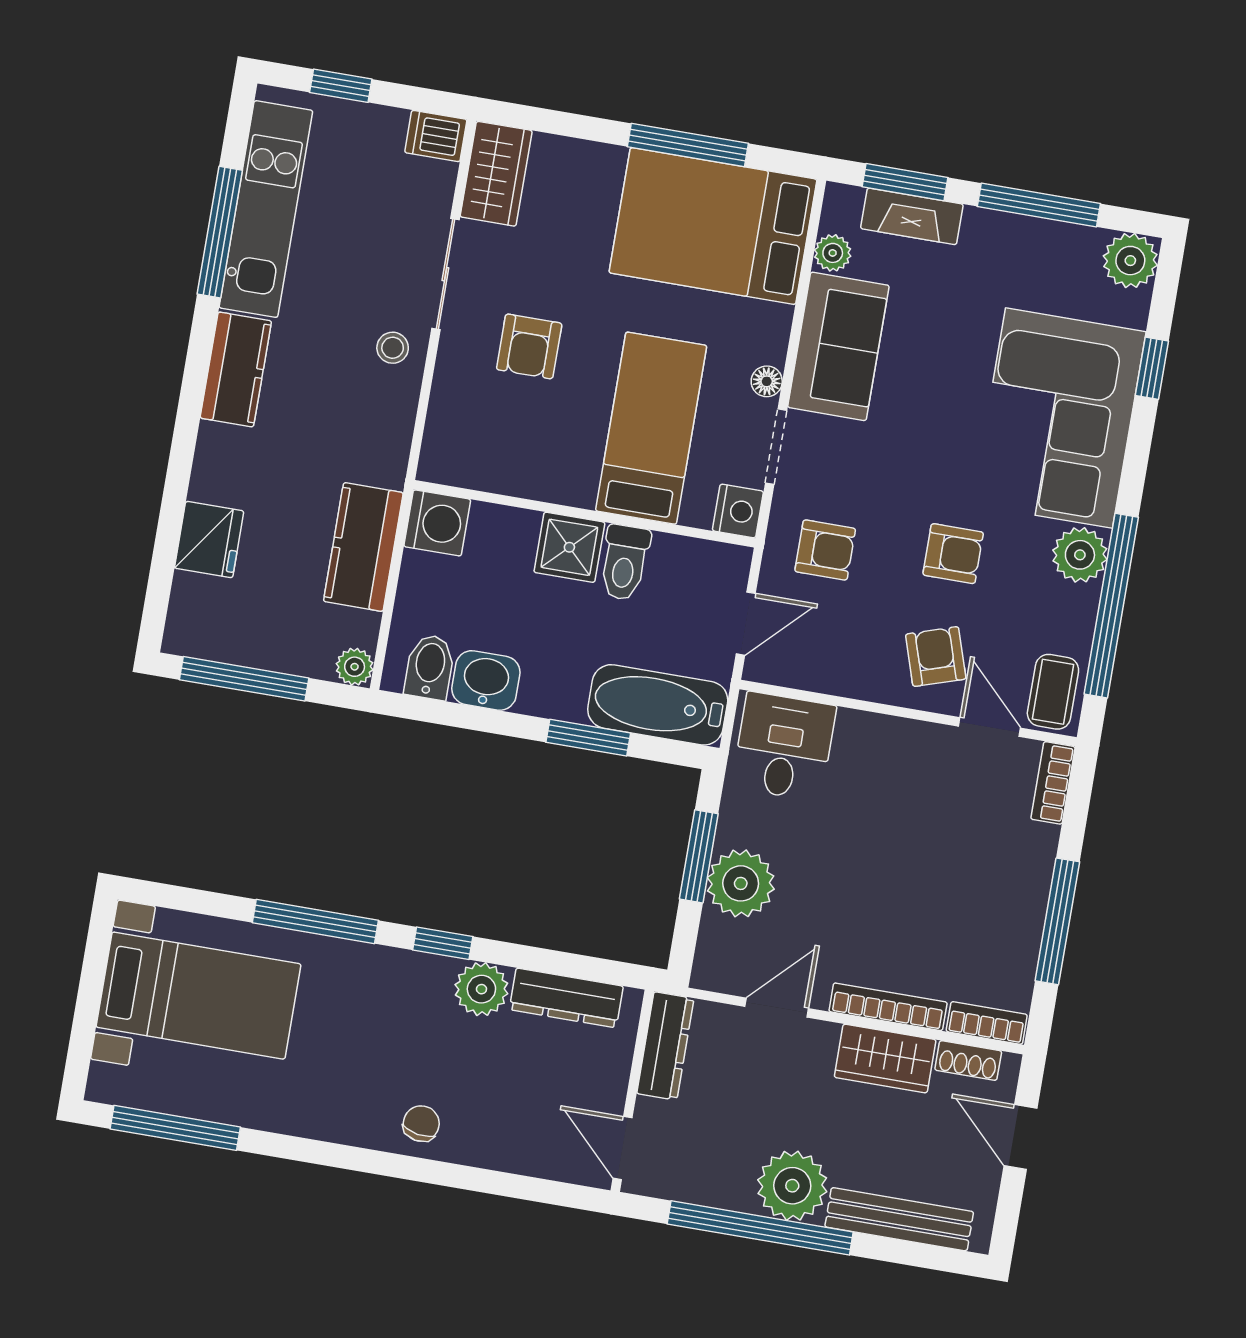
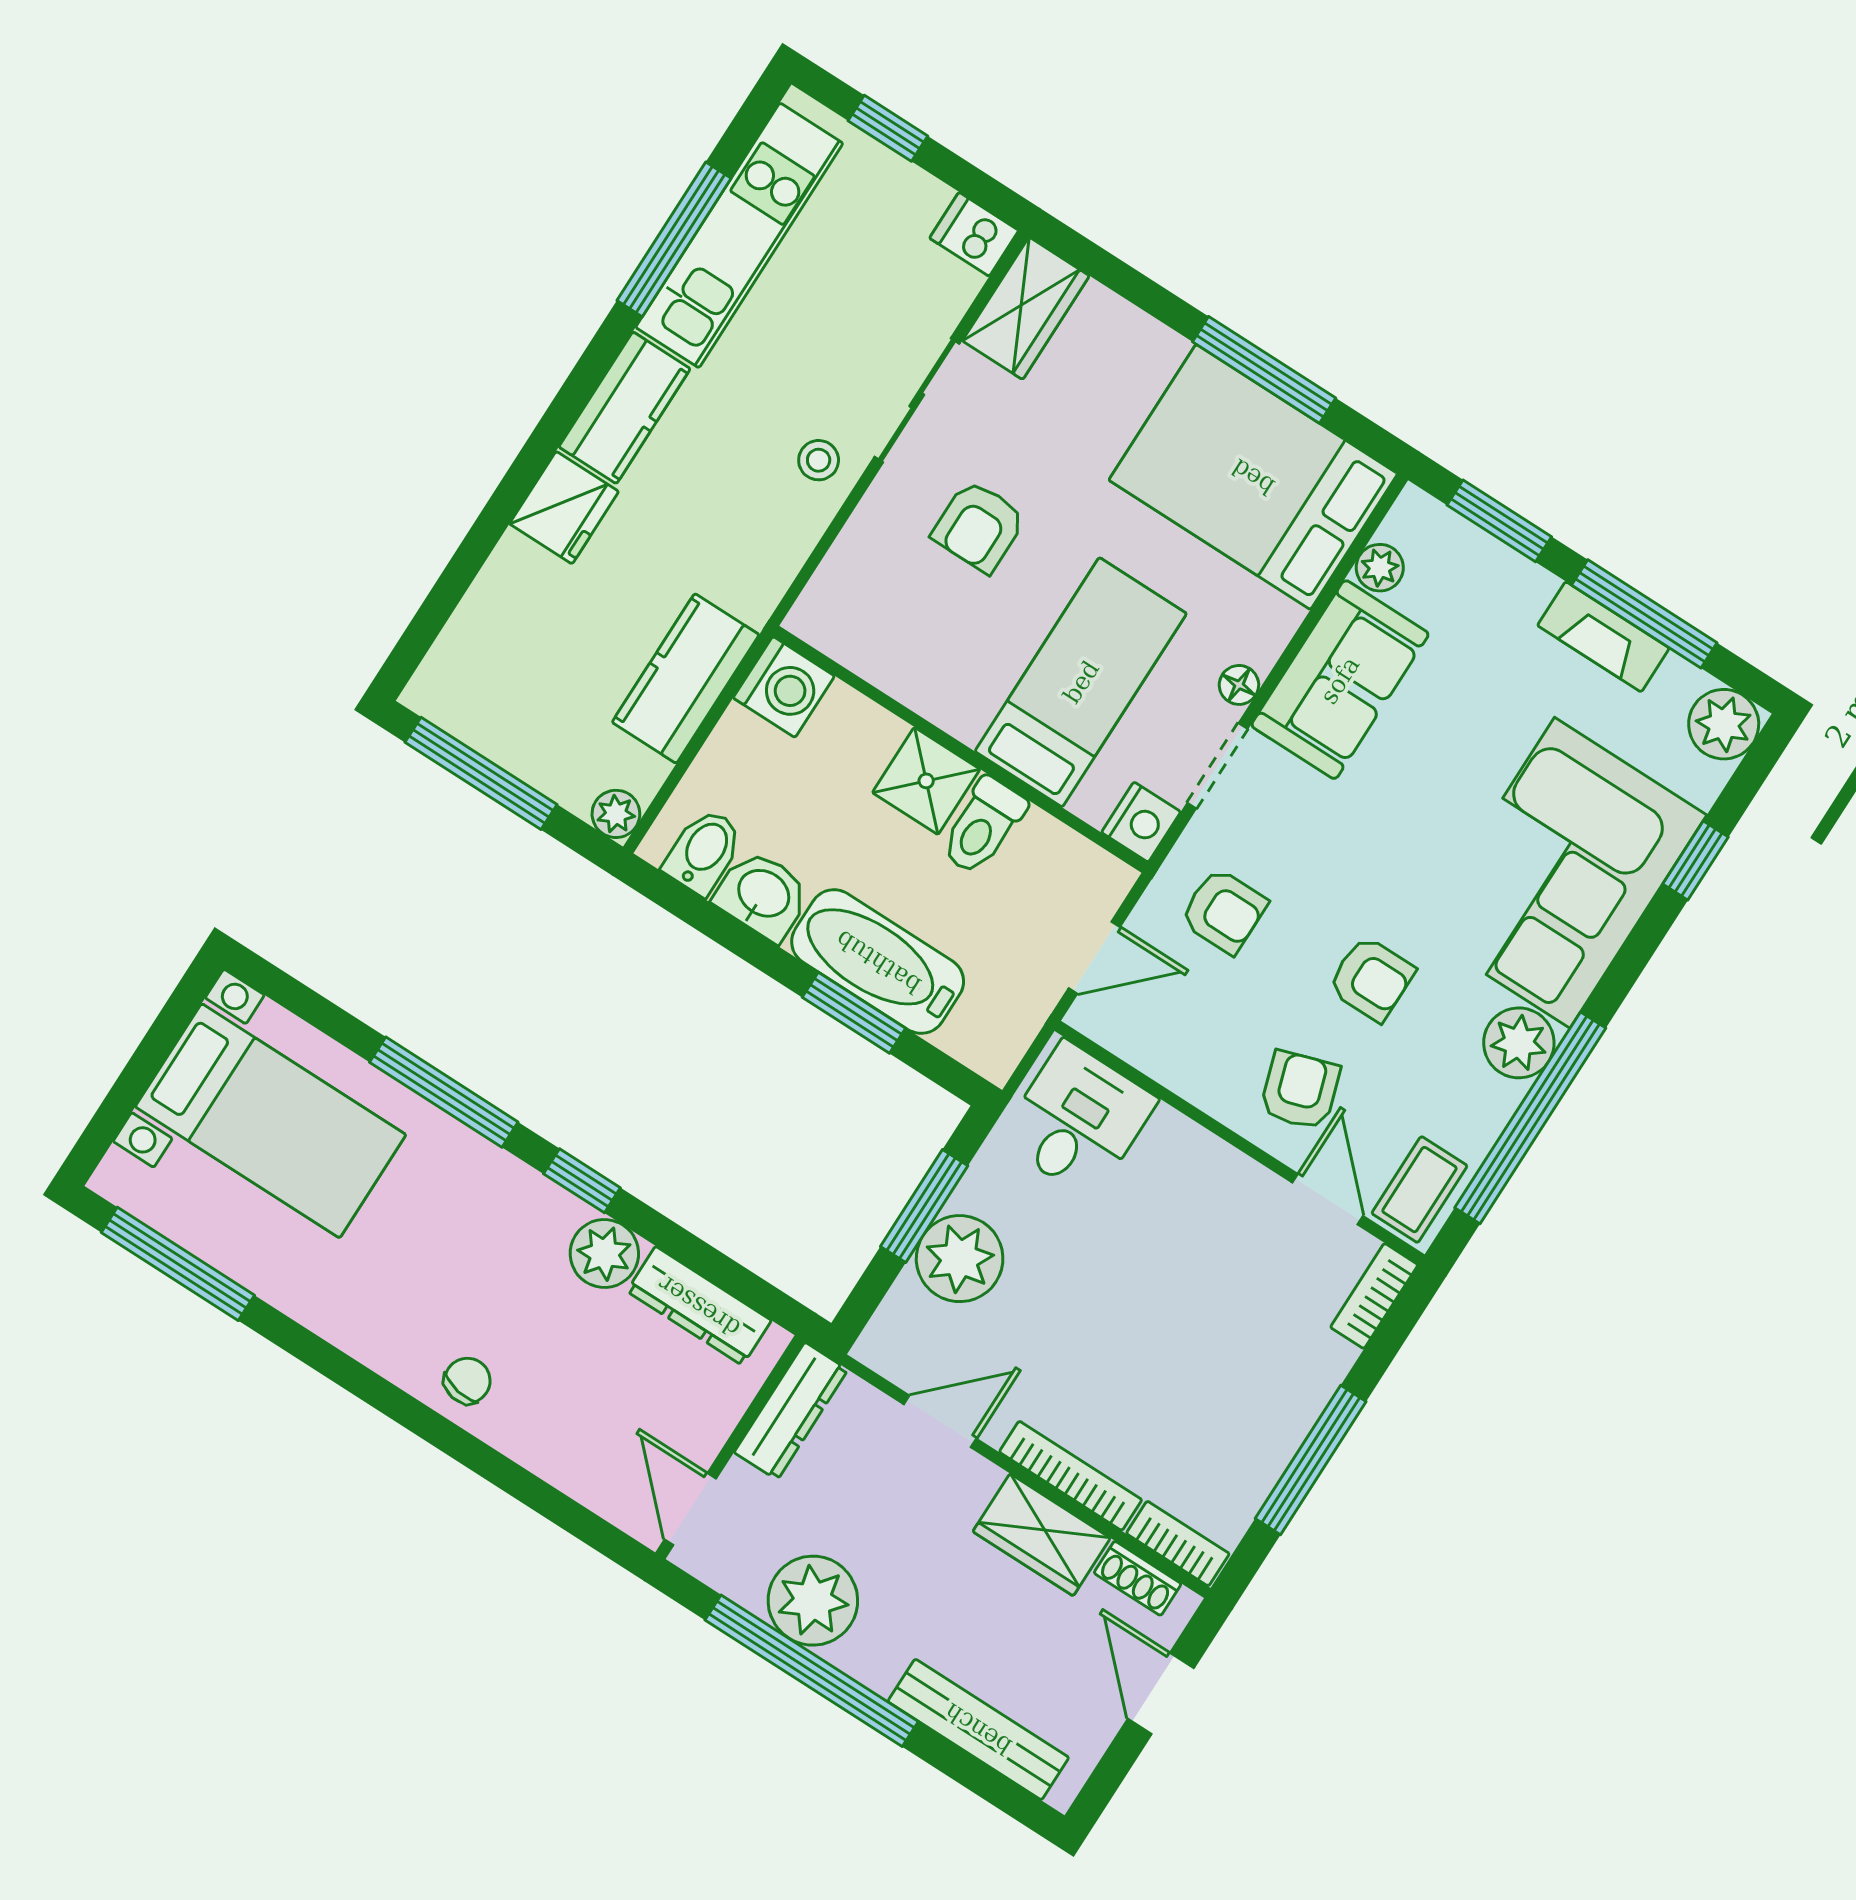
fireplace: (912, 216) -> (1603, 637), moved
fridge: (209, 540) -> (564, 508), moved
bathtub: (658, 705) -> (878, 962), moved
plant: (792, 1186) -> (813, 1601), moved

